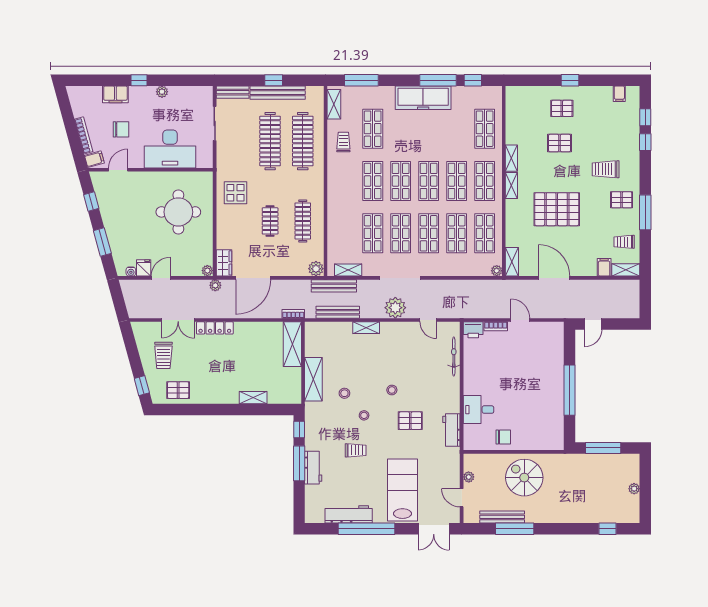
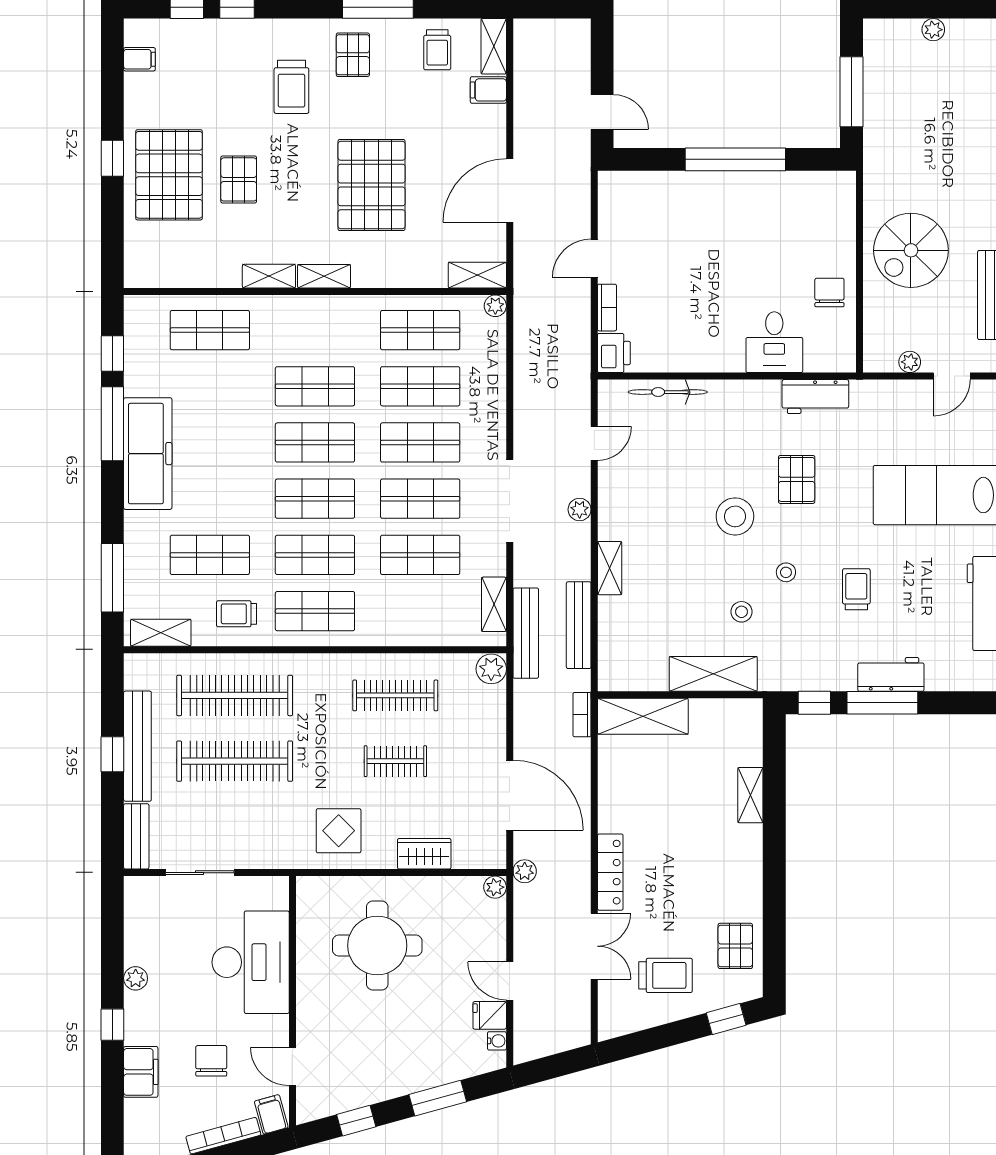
pallet: (562, 108) -> (169, 175), width x2.05, depth x2.00
shop shelf: (485, 181) -> (315, 611), moved
wardrobe: (224, 263) -> (424, 854), moved
plant: (395, 308) -> (580, 510), width x0.53, depth x0.53
stool: (392, 390) -> (735, 516), width x1.89, depth x1.89

